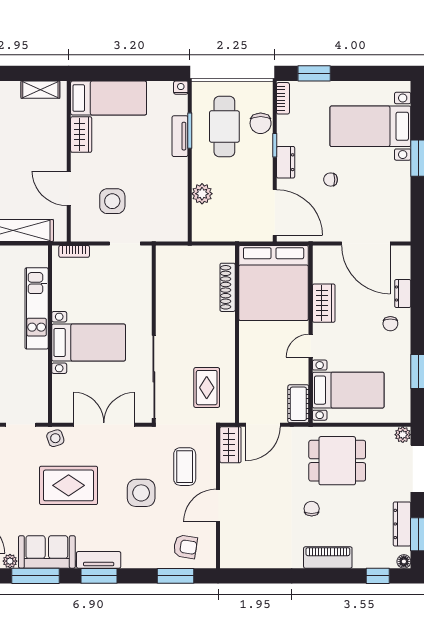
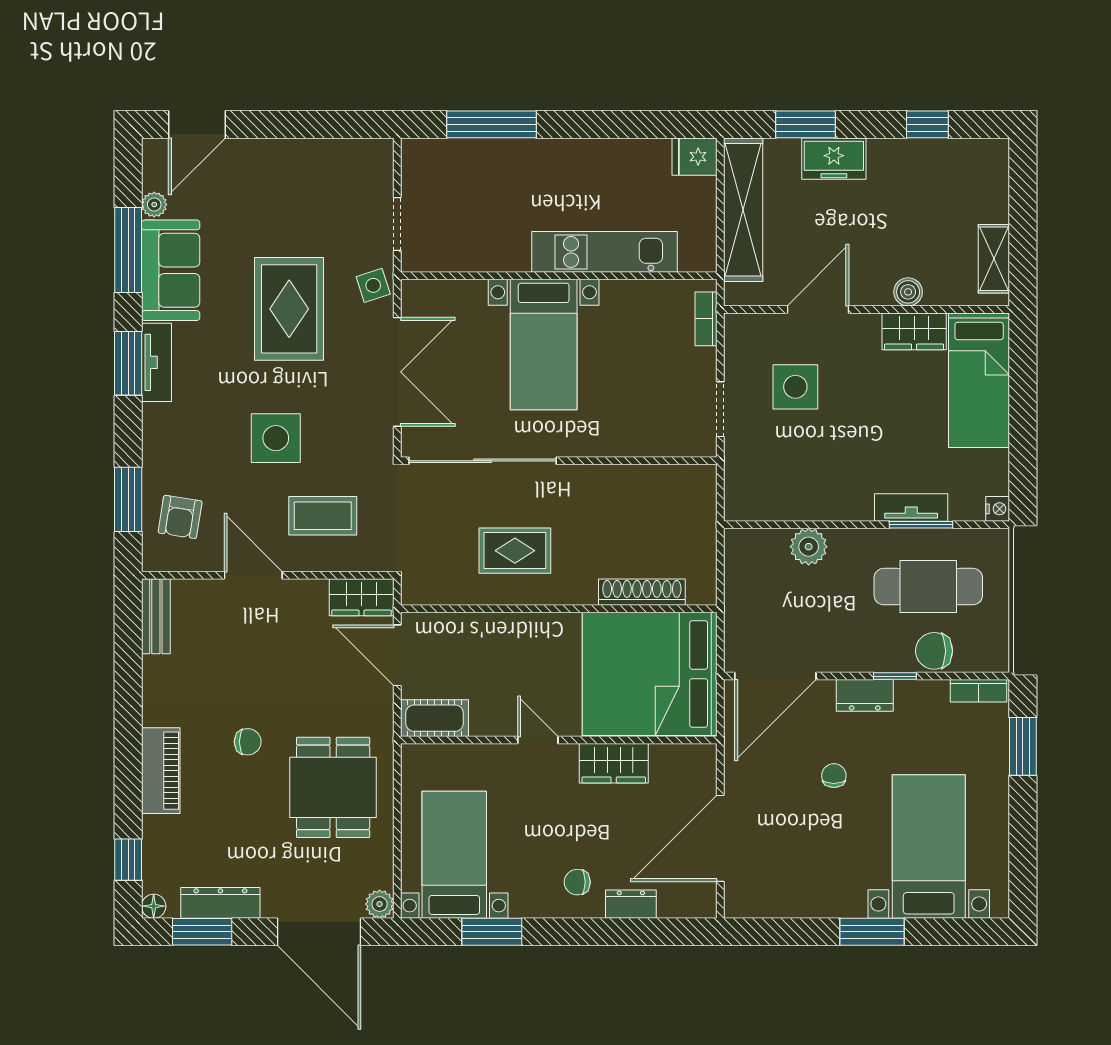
boiler: (59, 138) -> (908, 292), added
rug: (207, 388) -> (515, 551), moved
bed with nightstands: (348, 390) -> (454, 855), moved, turned 180
bench: (241, 560) -> (156, 616), added

